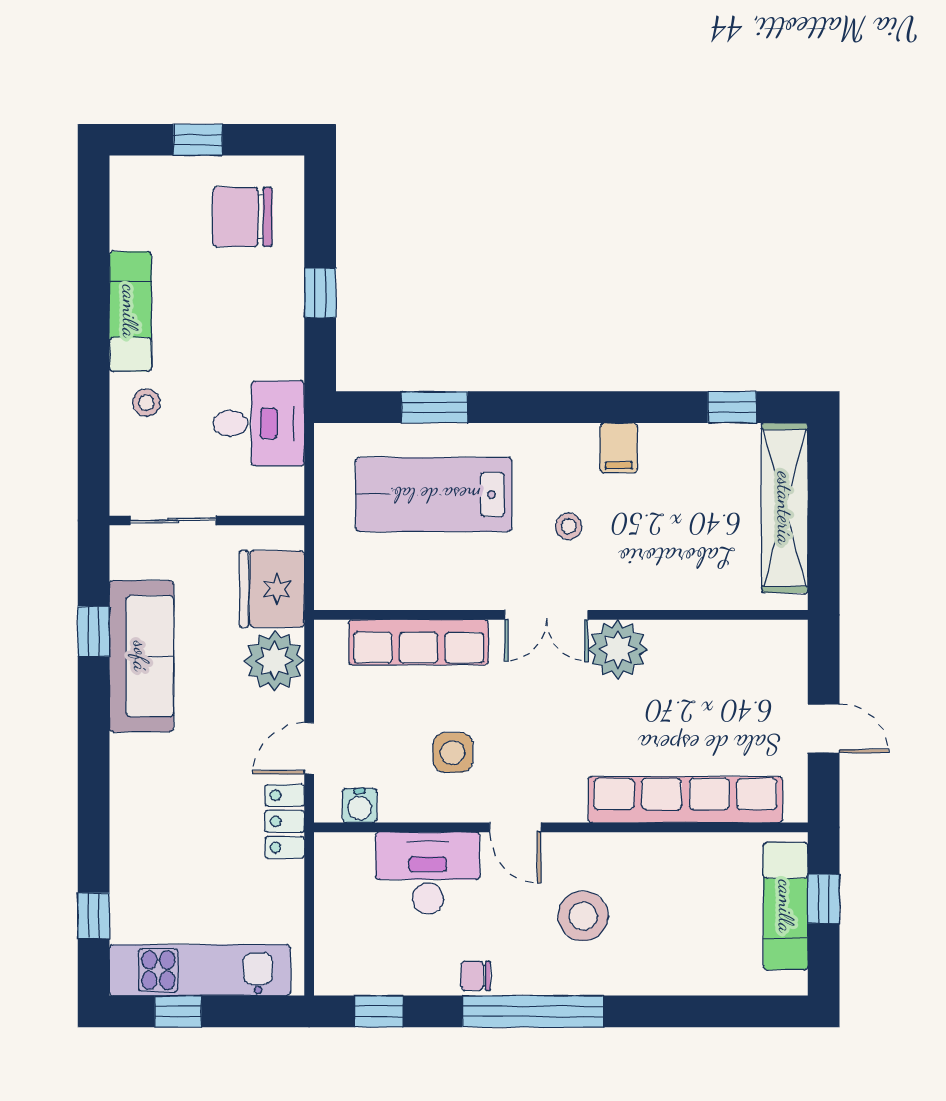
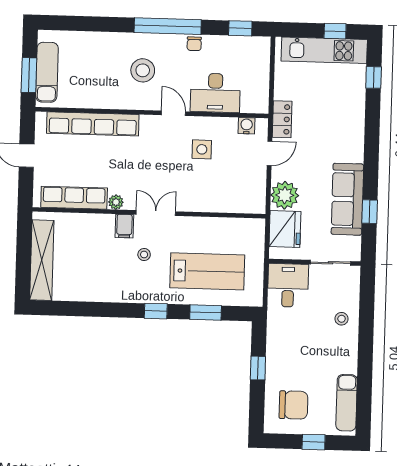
exam couch: (130, 311) -> (347, 403), moved
window: (732, 407) -> (156, 311), moved
desk: (259, 423) -> (288, 285), moved, turned 90
filing cabinet: (619, 448) -> (124, 226), moved, turned 180
row of seats: (419, 642) -> (74, 198), moved
plant: (618, 649) -> (116, 202), width x0.53, depth x0.53
window: (824, 899) -> (29, 75), width x1.50
chair: (476, 976) -> (194, 44), turned 90

